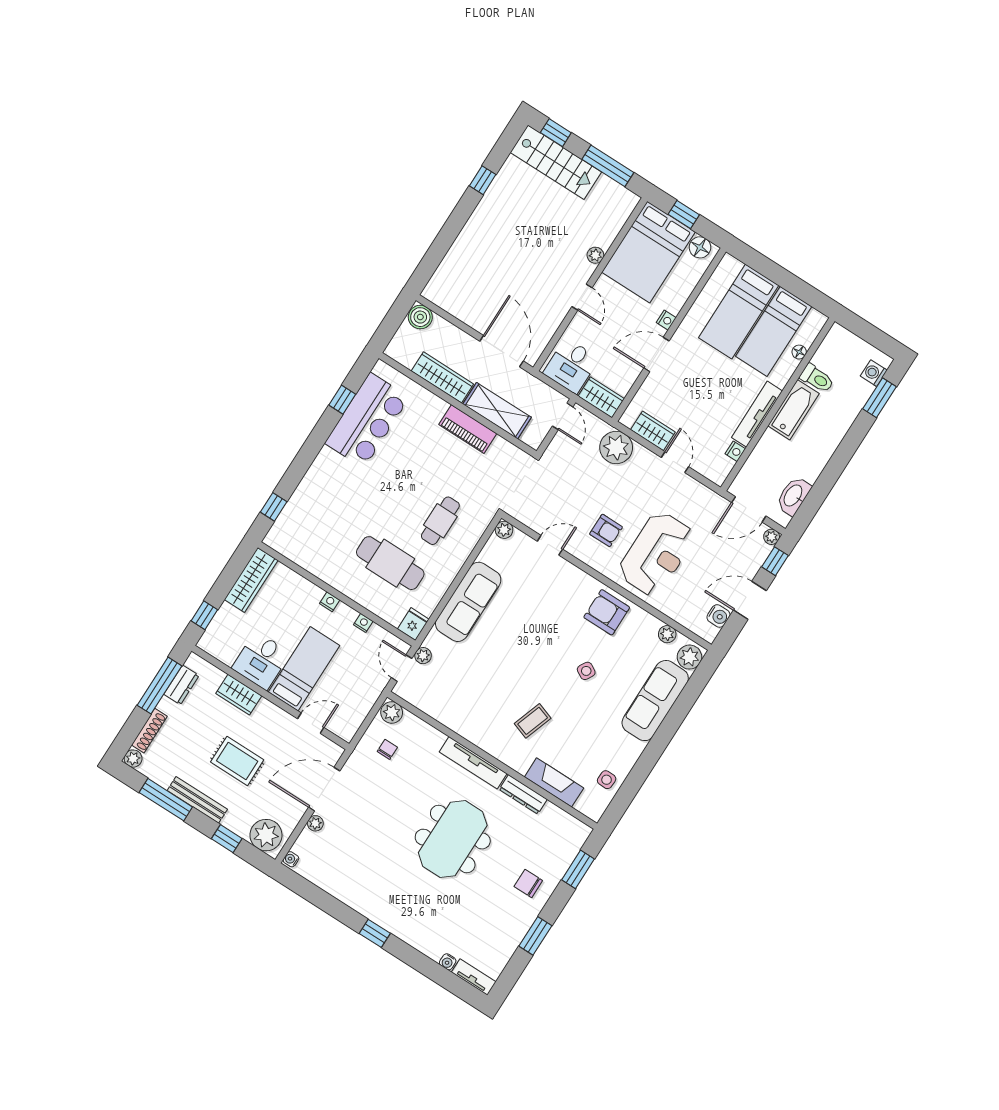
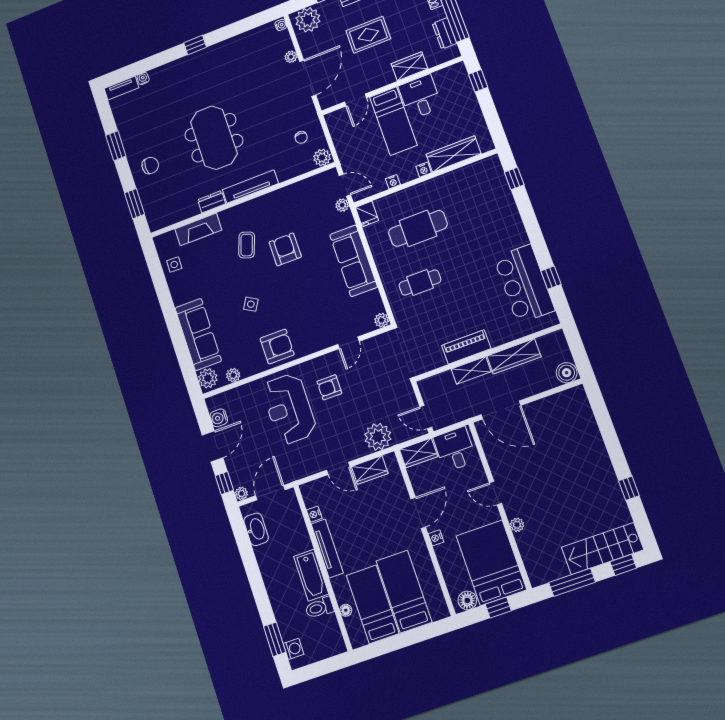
shelving: (497, 411) -> (471, 370), width x0.67, depth x0.75
cafe table: (440, 521) -> (420, 282), turned 90
wardrobe: (251, 580) -> (454, 154), moved, turned 90
armchair: (508, 679) -> (285, 249), added
dresser: (523, 794) -> (212, 202), width x0.70

